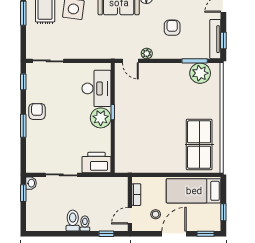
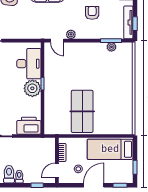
plant: (200, 73) -> (111, 47), width x0.53, depth x0.53
table tennis table: (199, 145) -> (82, 111), moved

